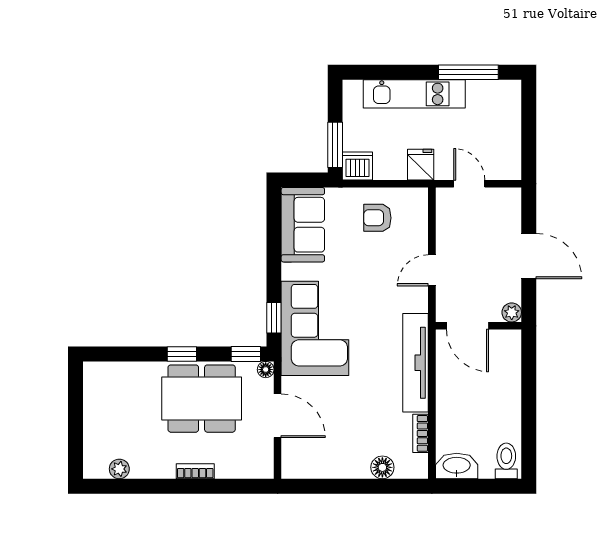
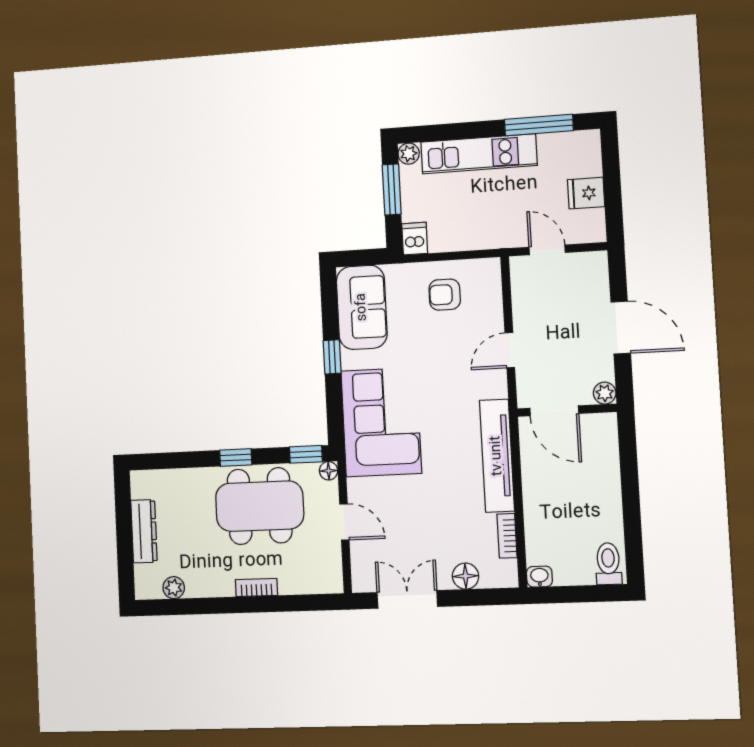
plant: (352, 89) -> (409, 154), added
window: (335, 145) -> (392, 189), moved
fridge: (421, 165) -> (586, 193), moved, turned -90
dishwasher: (357, 166) -> (415, 239), width x0.73
window: (274, 318) -> (332, 357), moved
door: (278, 416) -> (344, 522), width x0.73
dresser: (94, 417) -> (144, 531), added
washbasin: (457, 466) -> (539, 577), width x0.52, depth x0.69
double door: (330, 486) -> (407, 599), added

